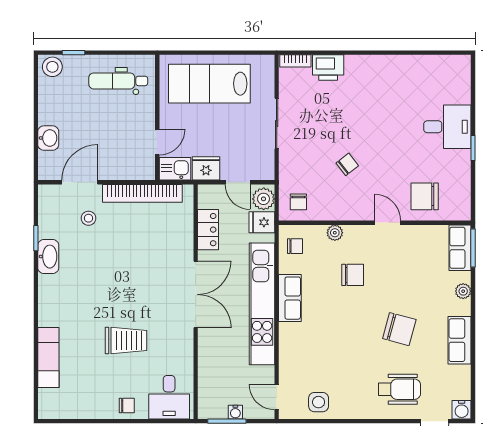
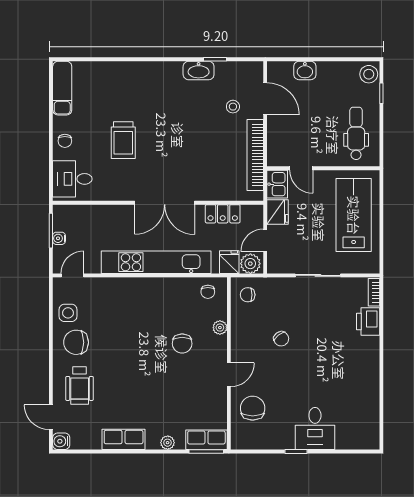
row of seats: (290, 298) -> (161, 287), removed
chair: (399, 329) -> (76, 342), moved, turned 75
exam couch: (48, 357) -> (62, 88), moved, turned -90

